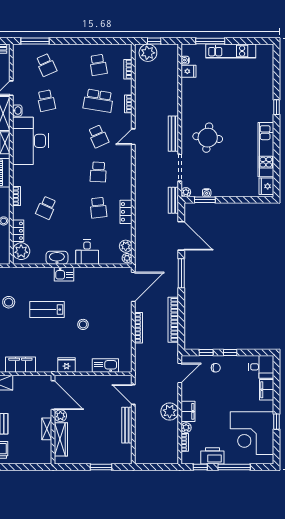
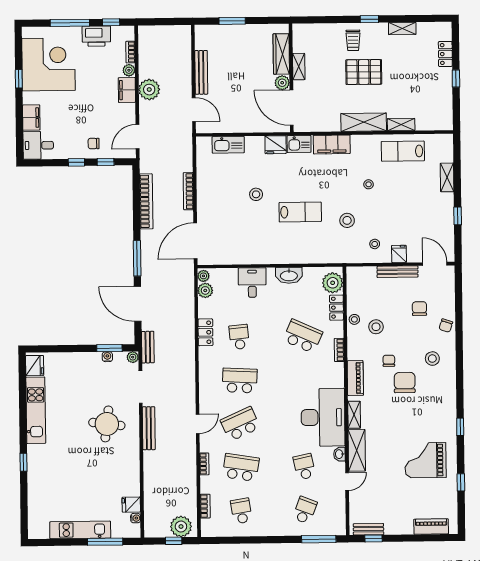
school desk: (46, 65) -> (305, 510), turned 45
school desk: (98, 136) -> (240, 424), width x1.85
school desk: (98, 172) -> (240, 380), width x1.85
school desk: (46, 208) -> (303, 336), width x1.85
kitchen sink: (64, 274) -> (299, 144), moved, turned 180

